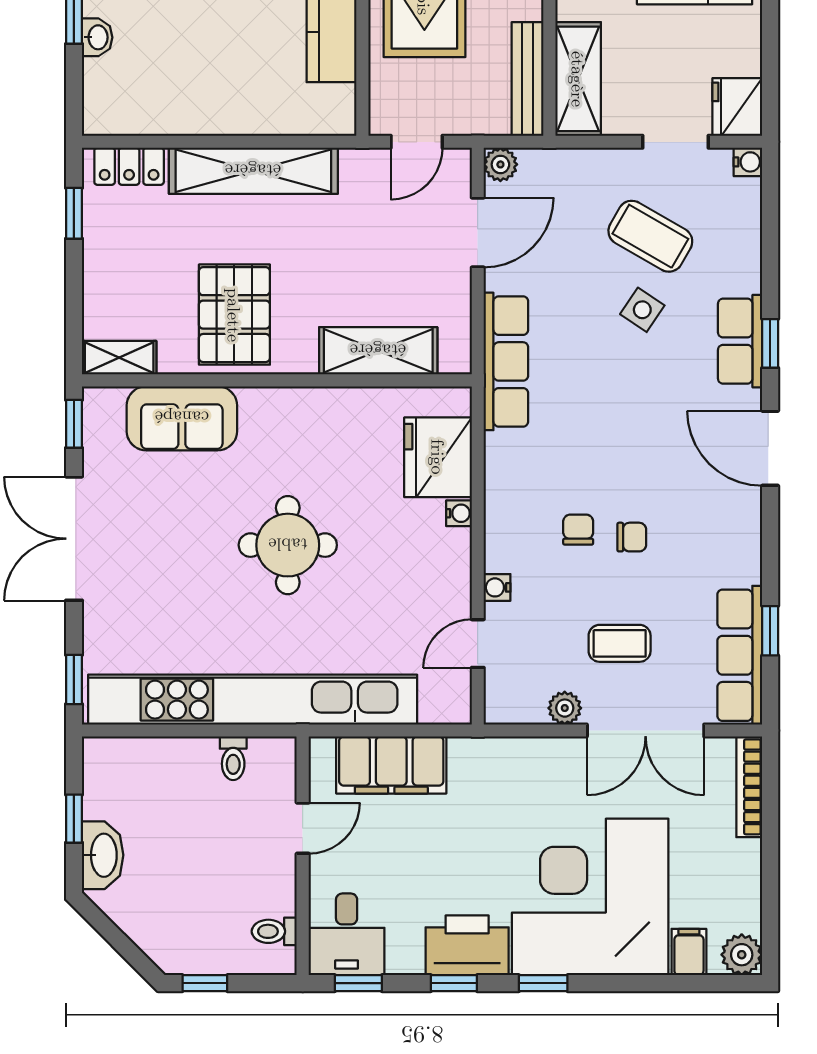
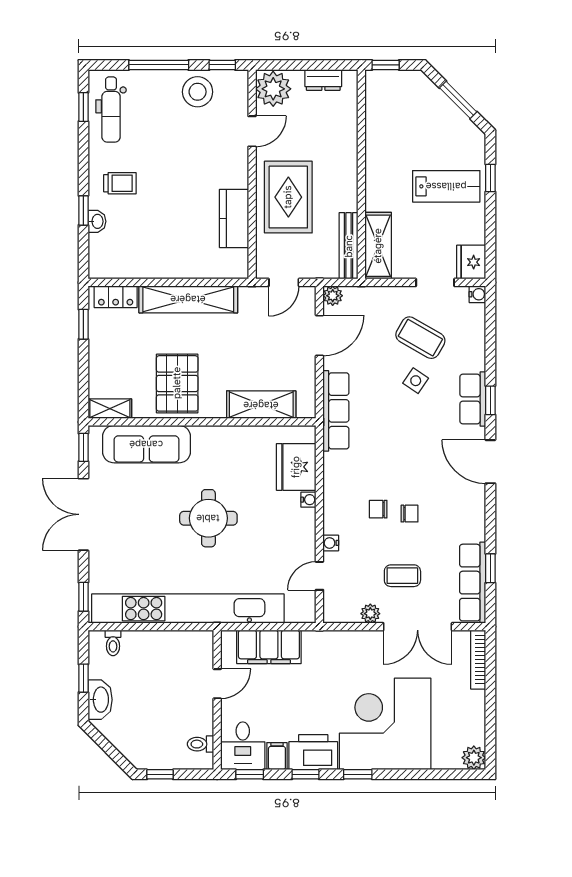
sofa: (182, 418) -> (146, 444), width x1.36
chair: (578, 530) -> (378, 509), turned -90
toilet: (233, 758) -> (113, 643), moved
filing cabinet: (689, 952) -> (277, 756), moved

